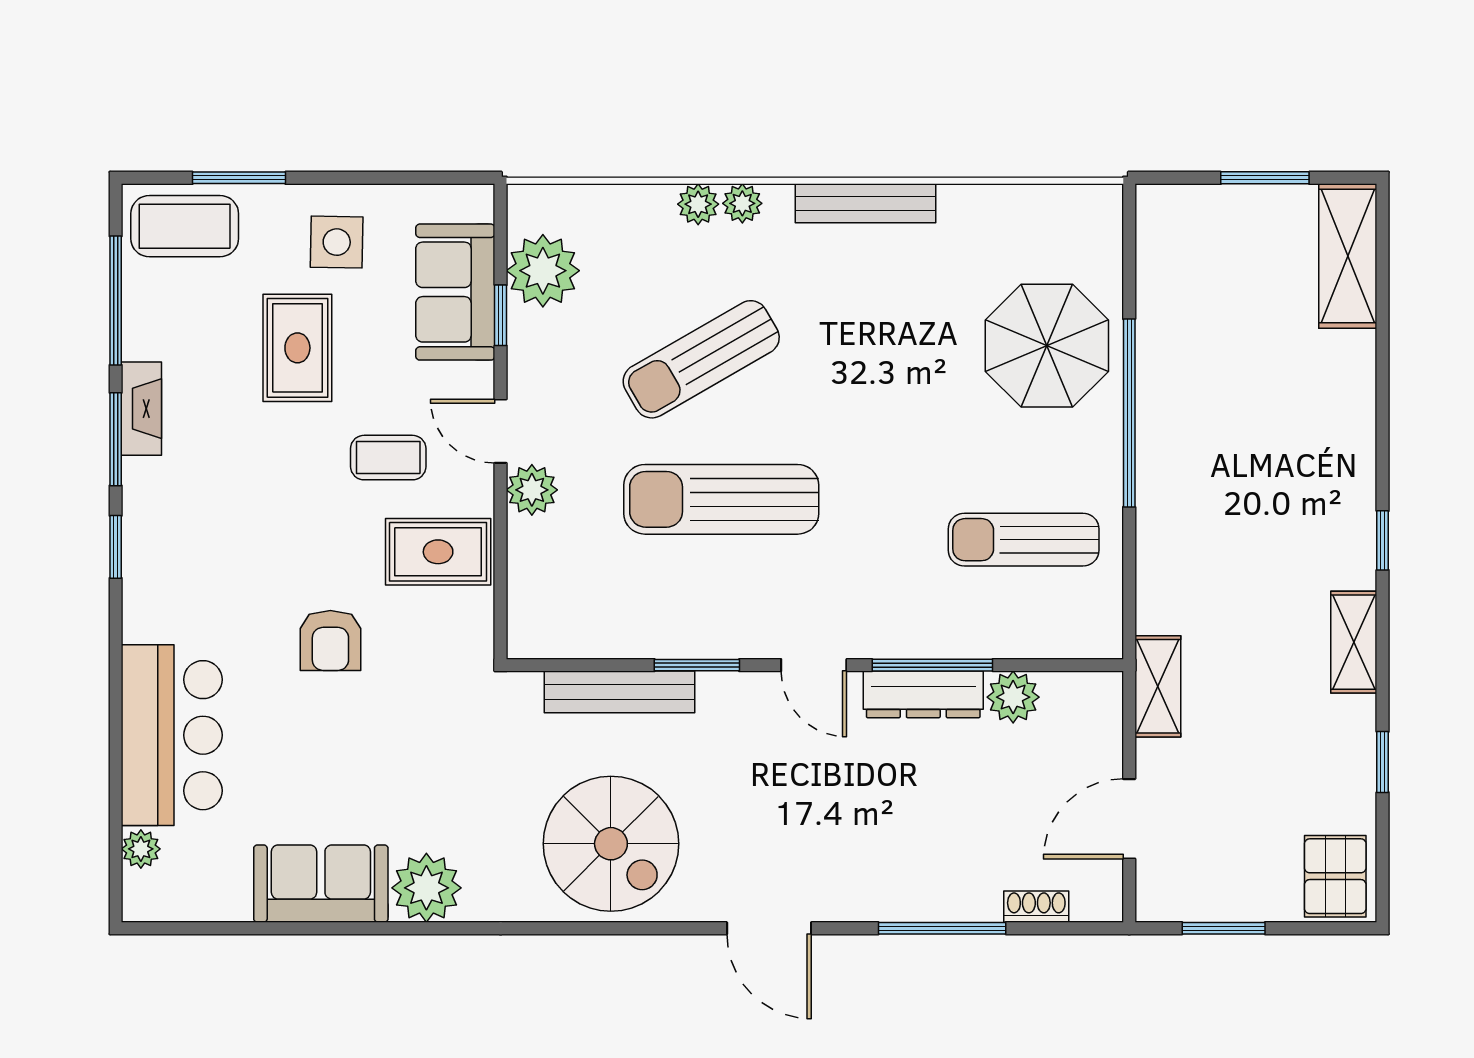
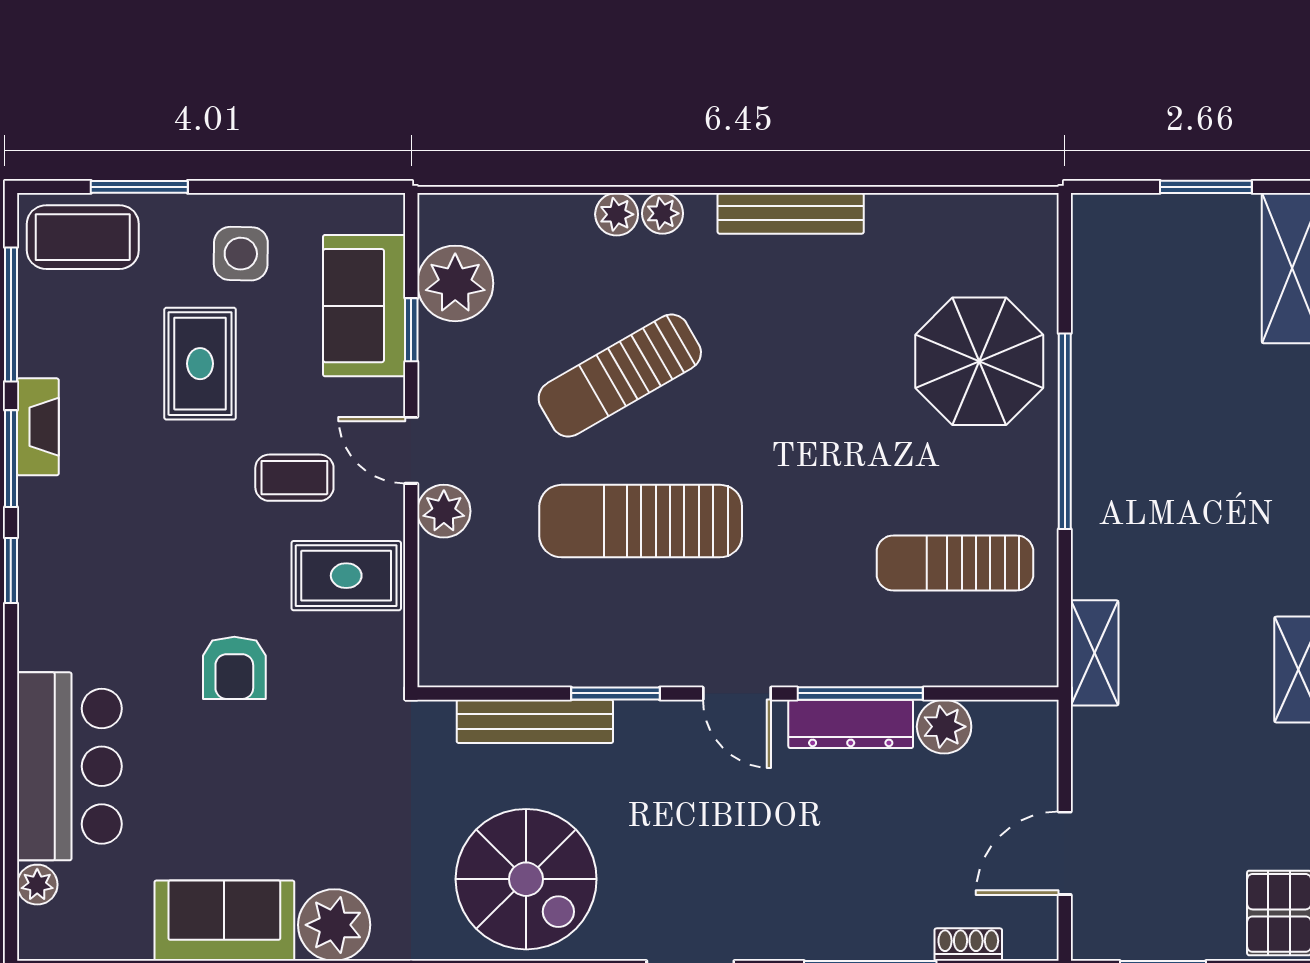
shelving: (1158, 686) -> (1095, 653), moved

